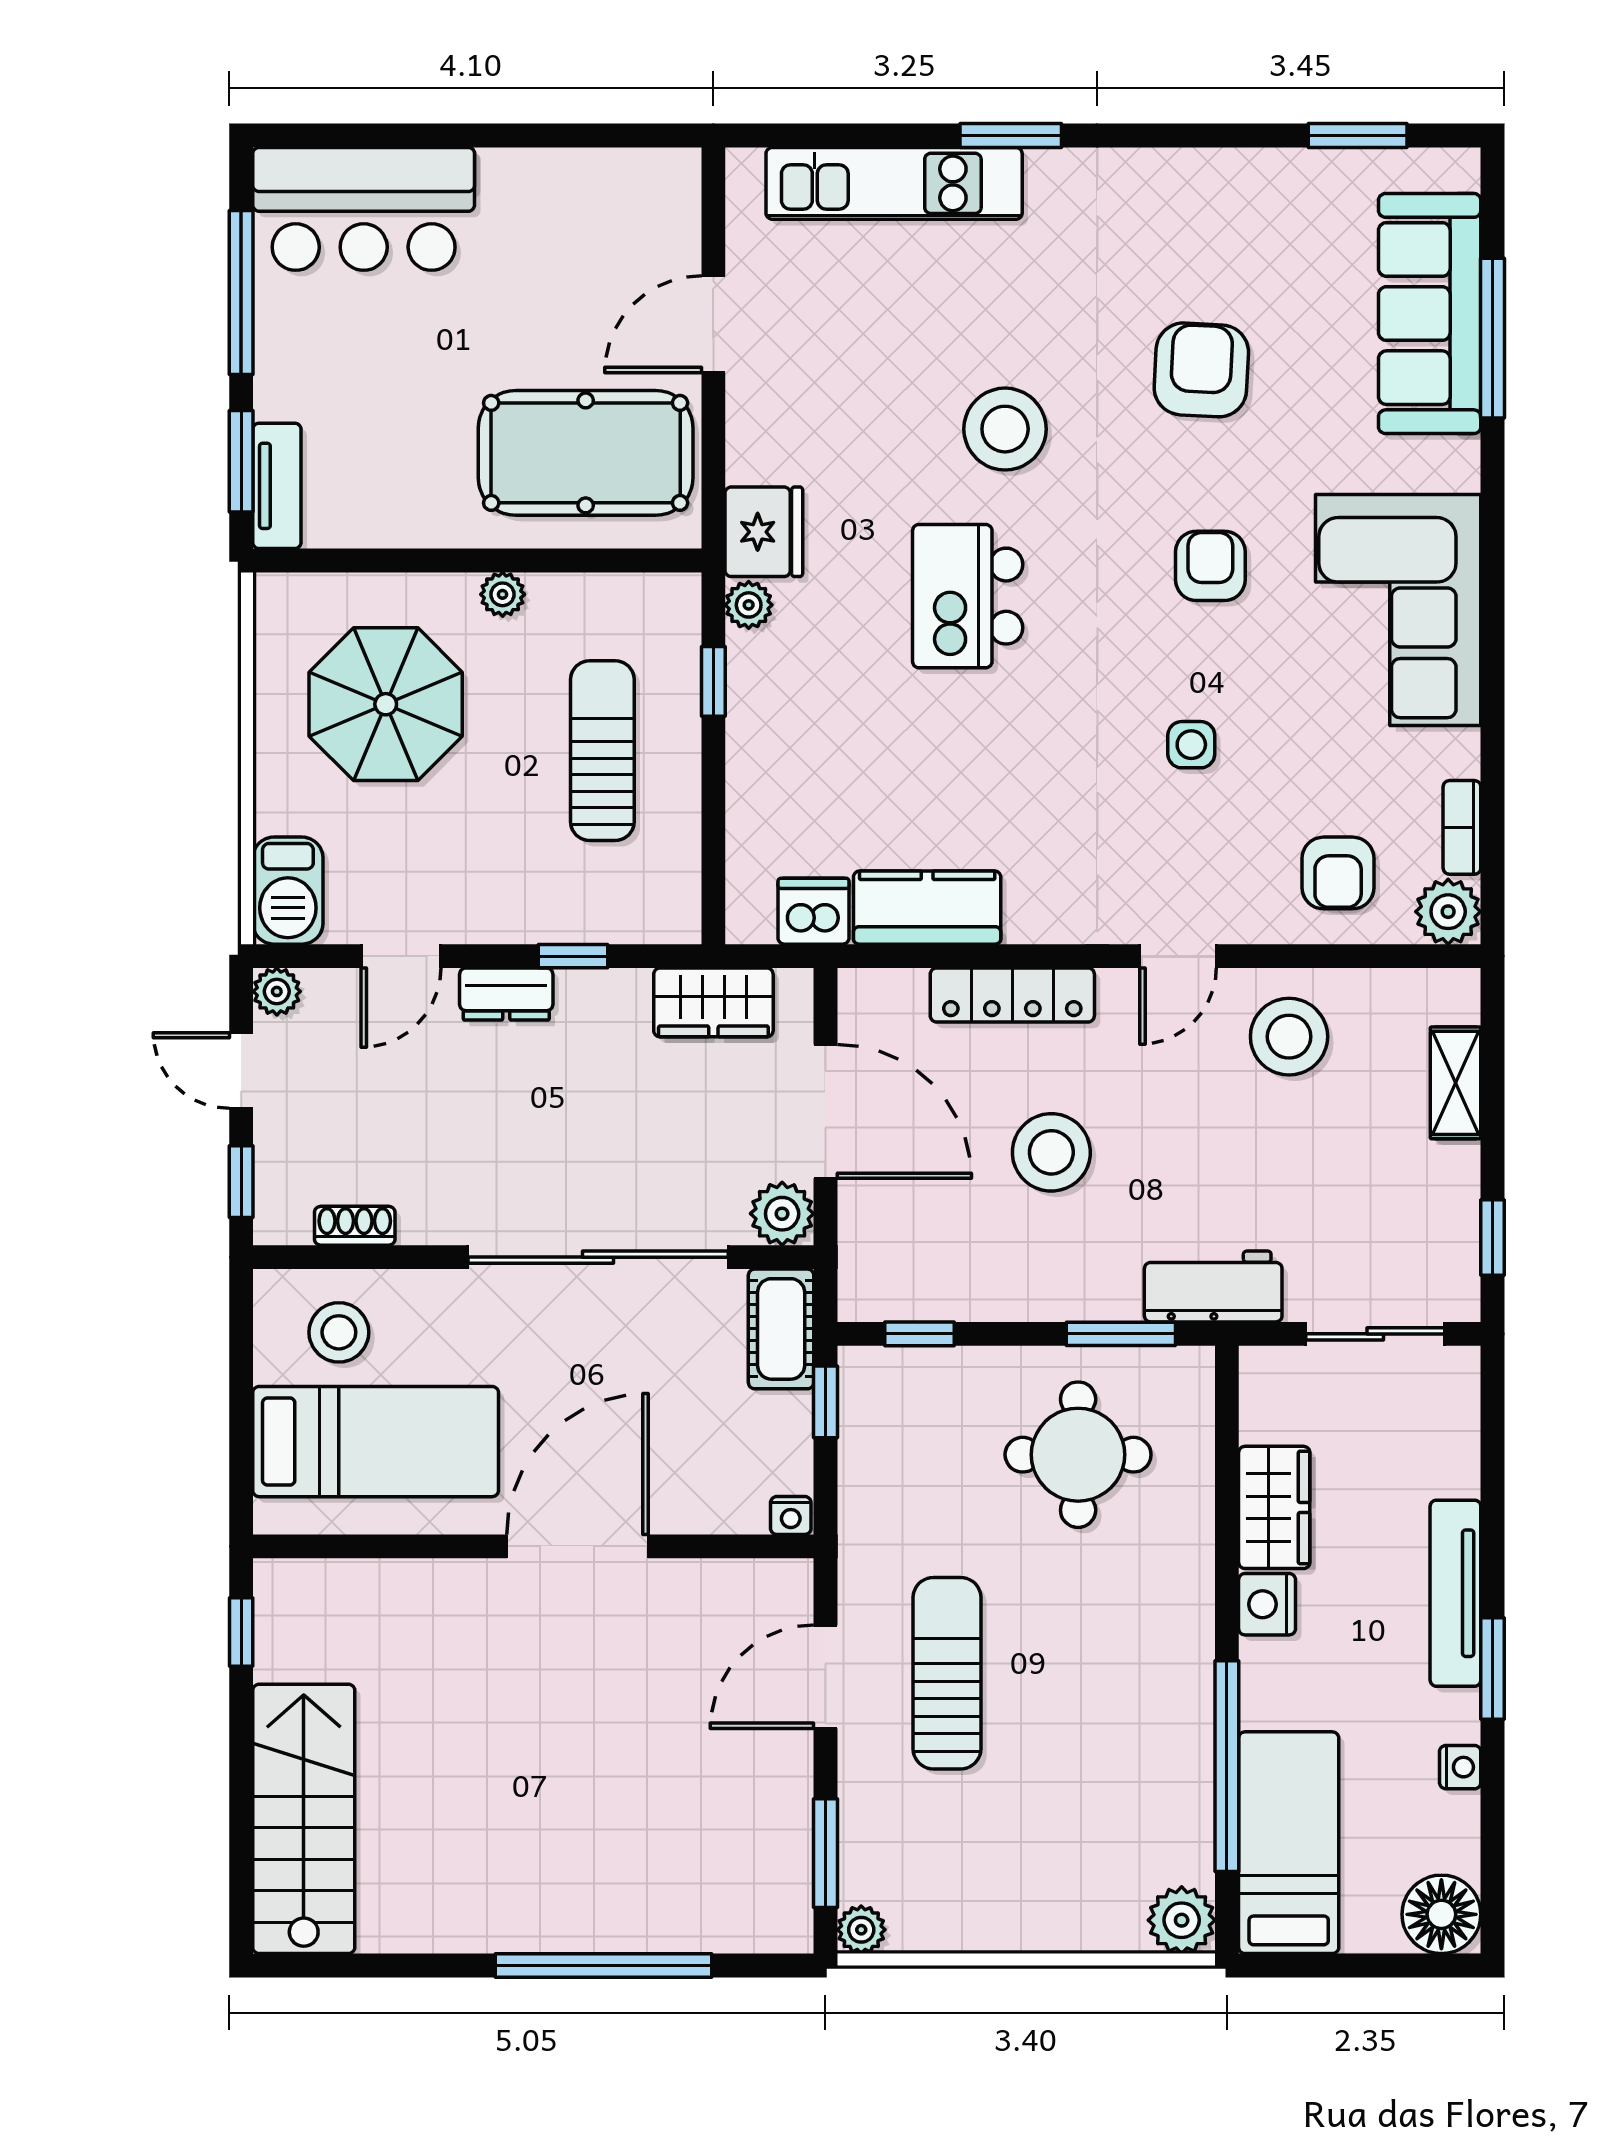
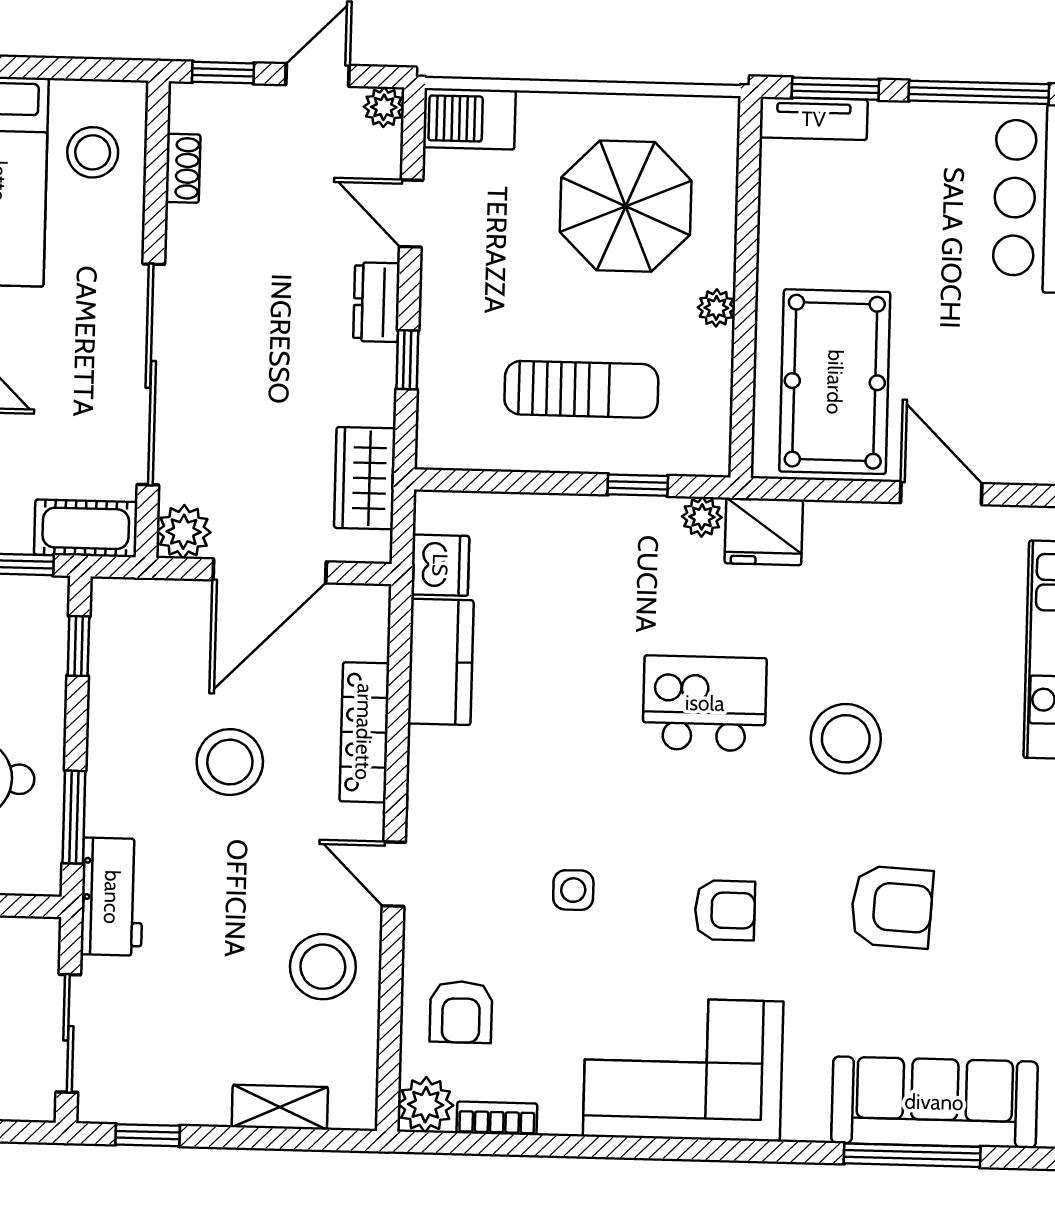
armchair: (1338, 873) -> (461, 1012), turned -90

